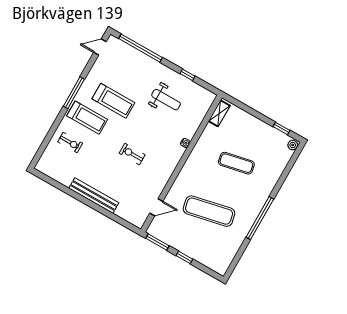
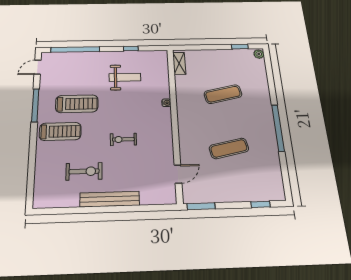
window: (74, 93) -> (35, 105), moved
exercise bike: (70, 142) -> (84, 171), moved, width x1.38, depth x1.39
exercise mat: (209, 211) -> (229, 148), width x0.73, depth x0.69
window: (184, 257) -> (260, 204), moved

